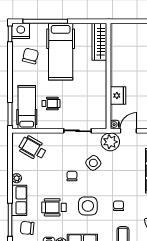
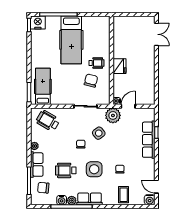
wardrobe: (99, 42) -> (104, 32), removed
chair: (30, 56) -> (91, 81), moved
fridge: (118, 95) -> (119, 66), moved
wheelchair: (51, 103) -> (96, 63), moved

